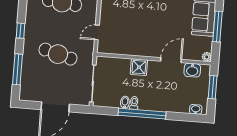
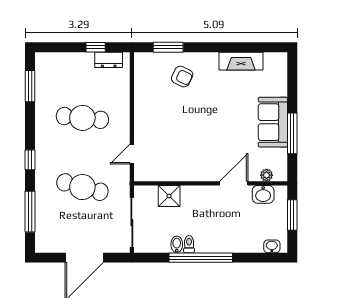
plant: (207, 57) -> (267, 175), moved
shower: (139, 67) -> (169, 196), moved

